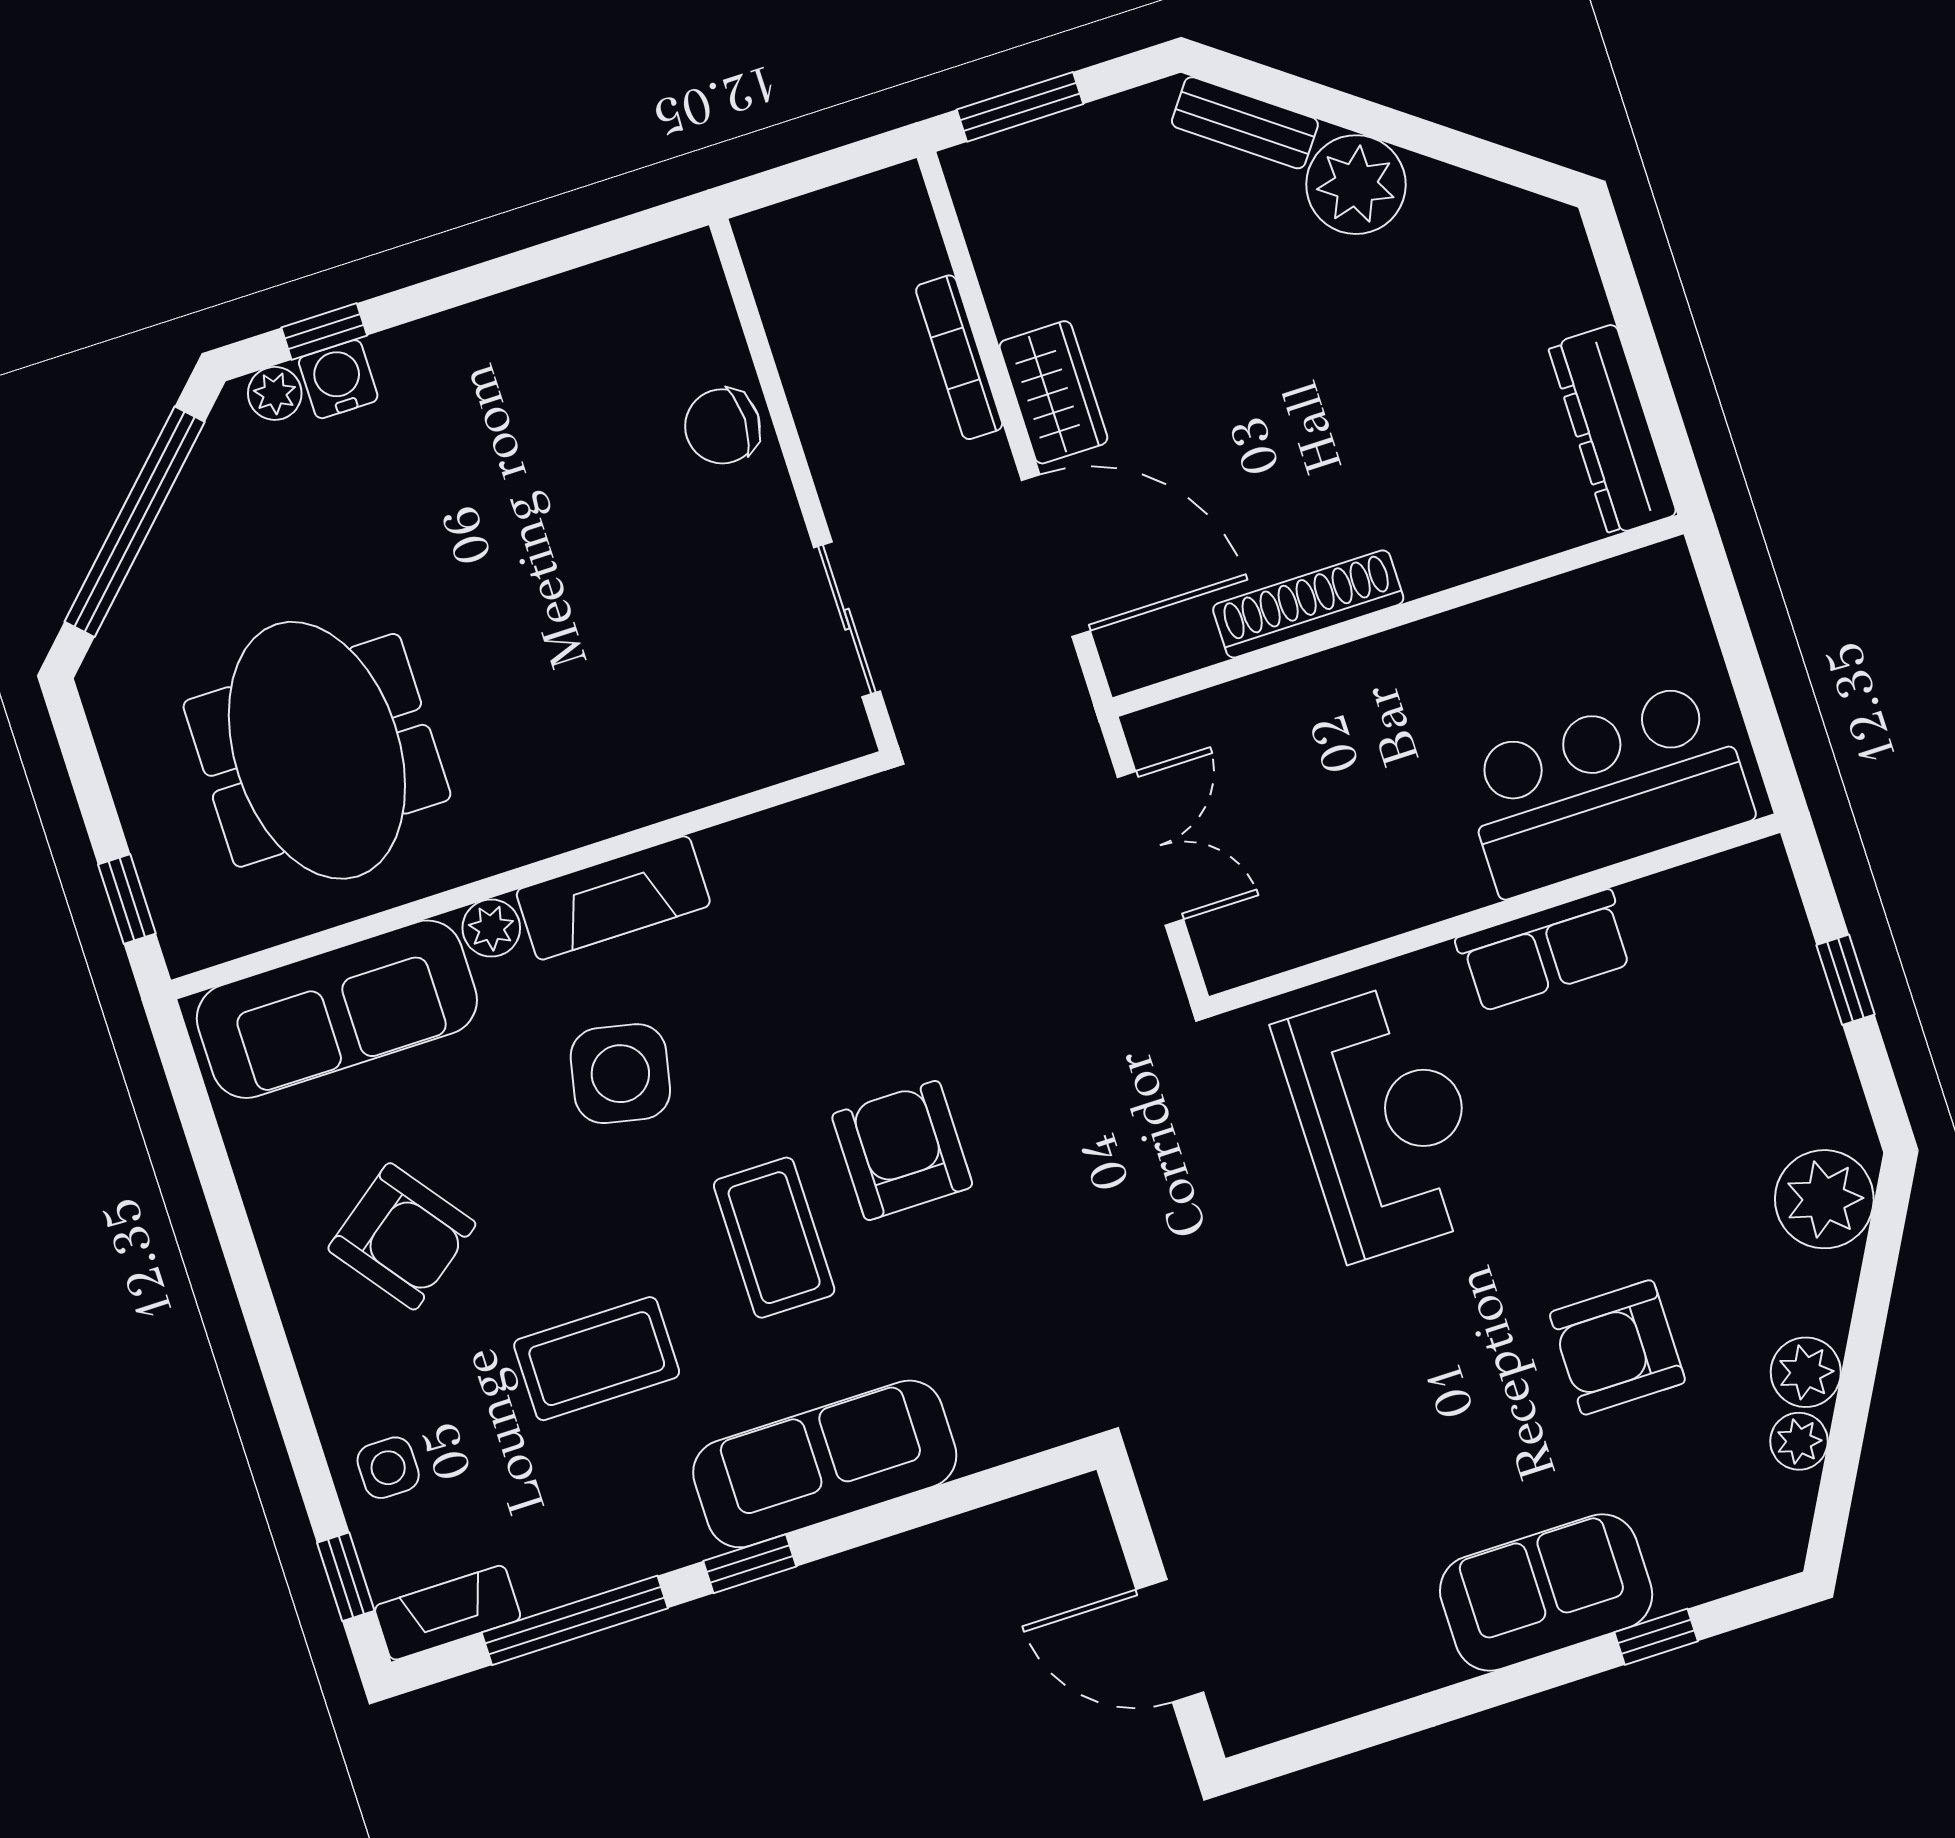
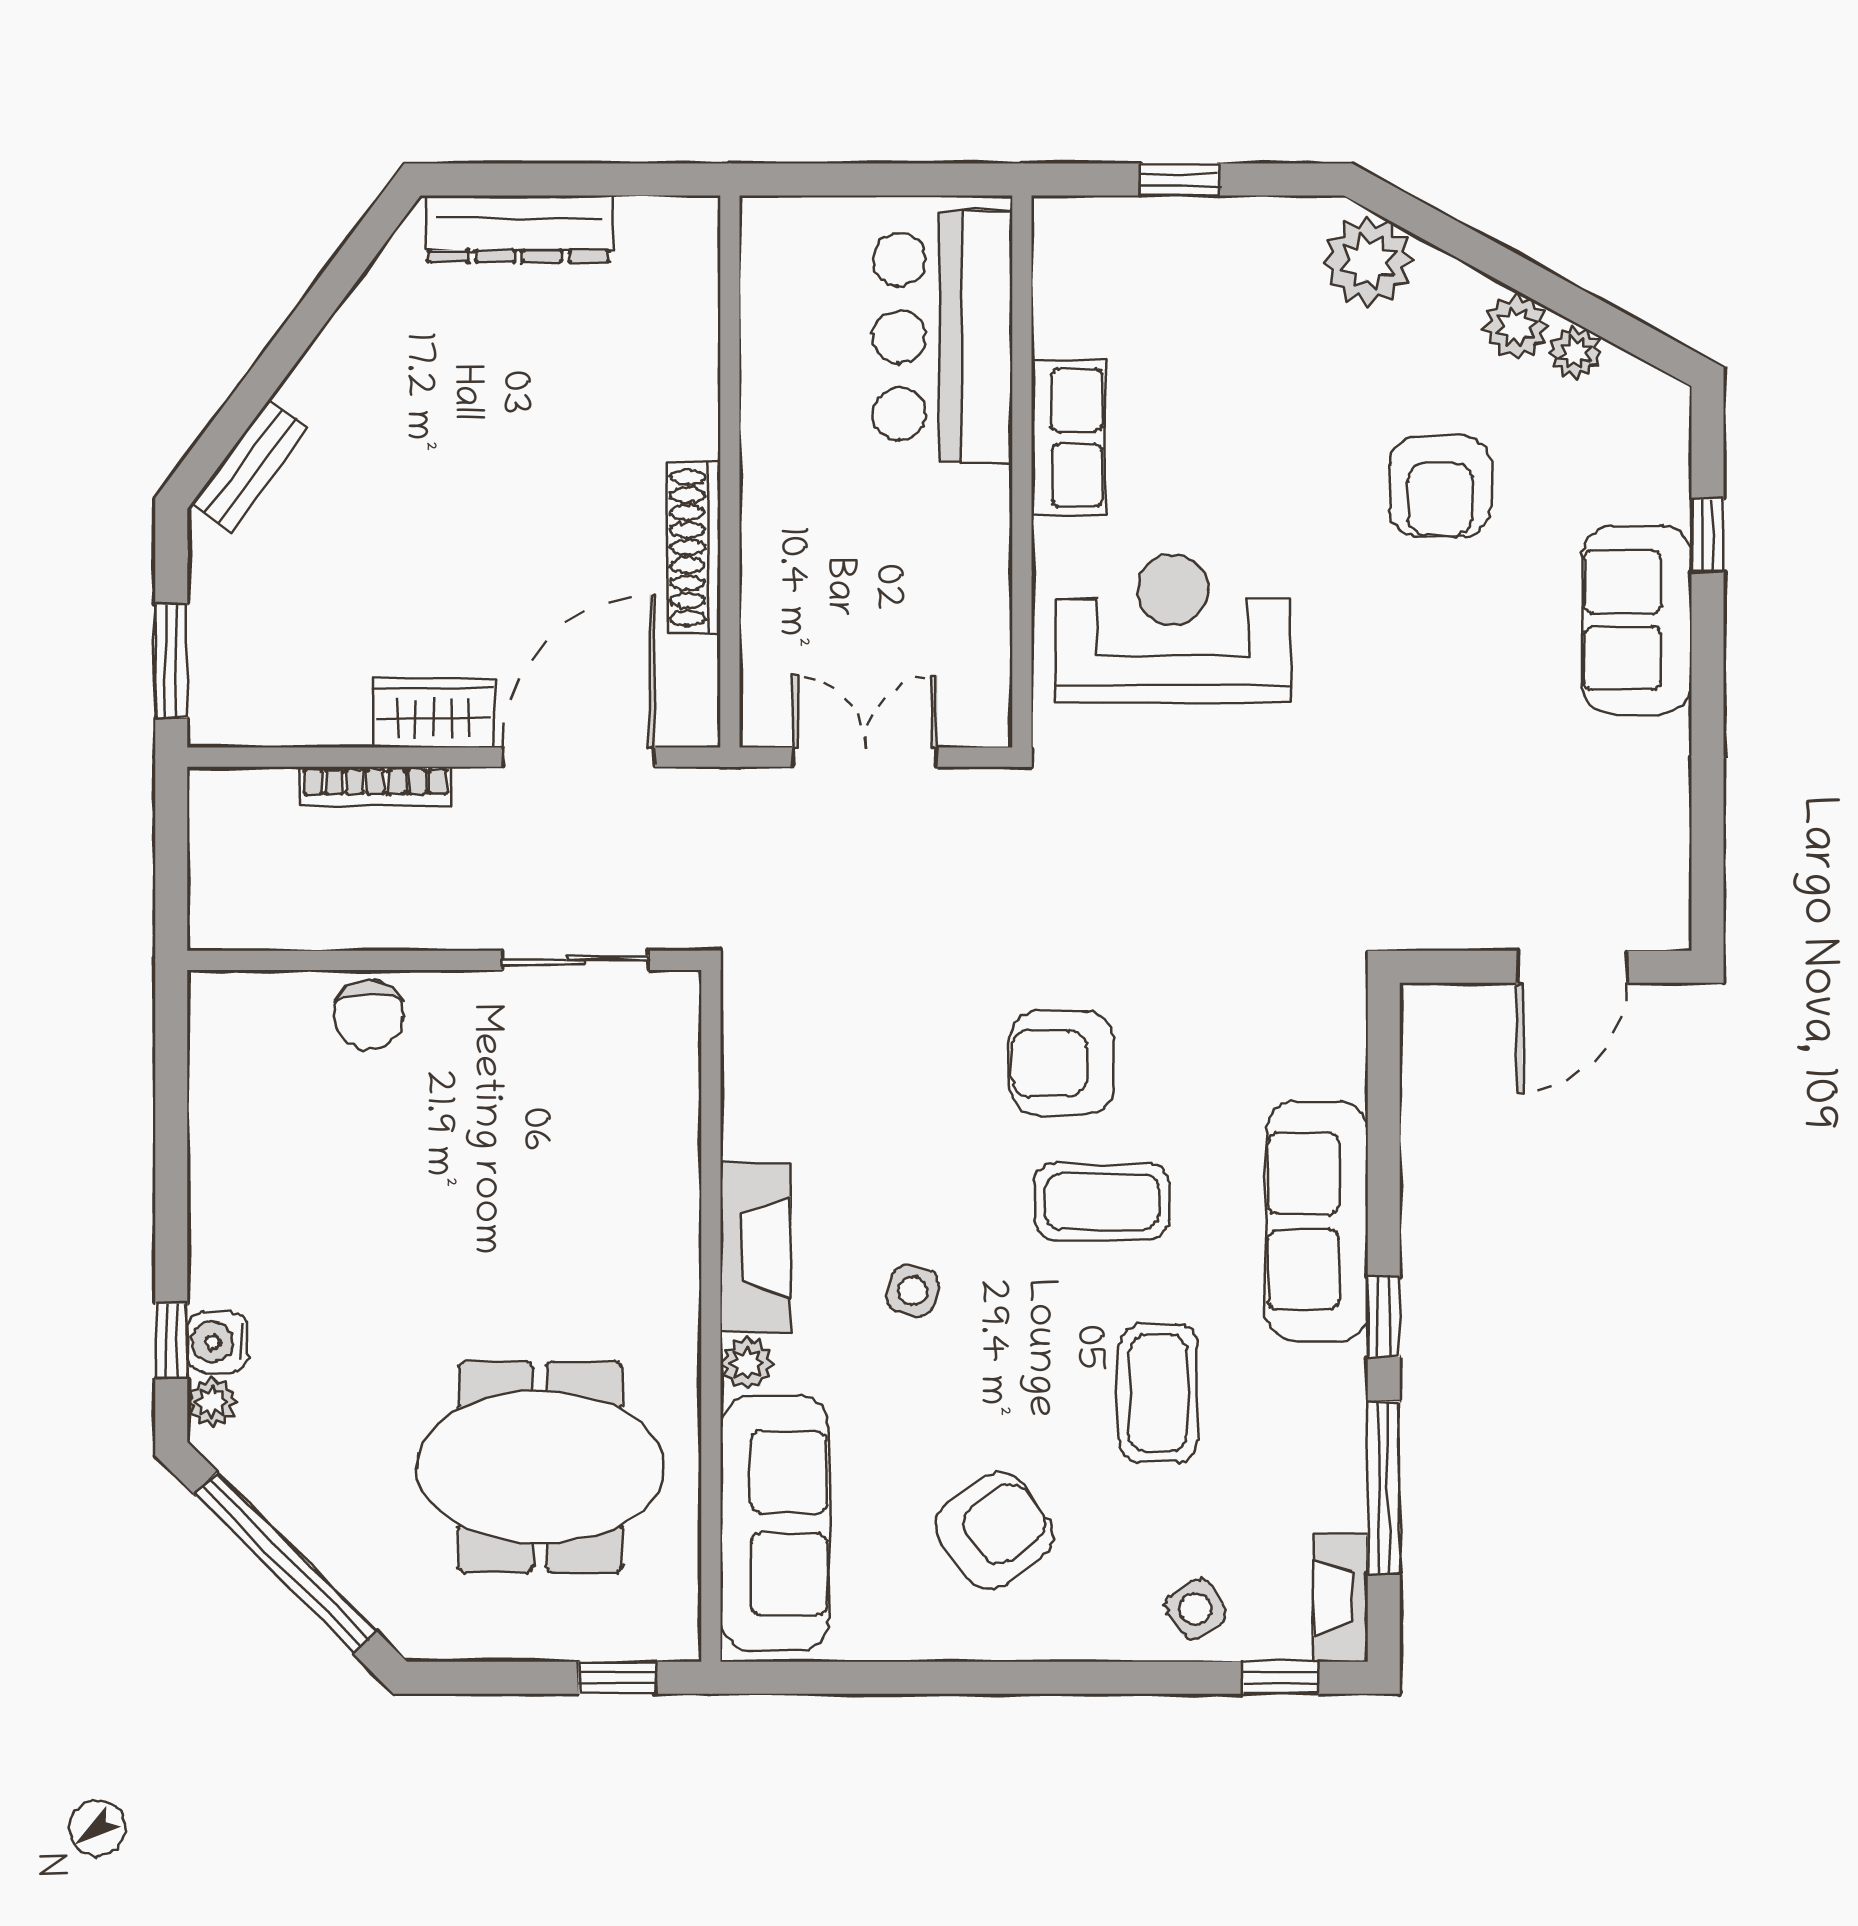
plant: (1356, 185) -> (336, 386), removed
dresser: (1612, 430) -> (519, 229), moved
side table: (620, 1074) -> (913, 1291), width x0.54, depth x0.54
side table: (388, 1468) -> (1195, 1609), turned -35

